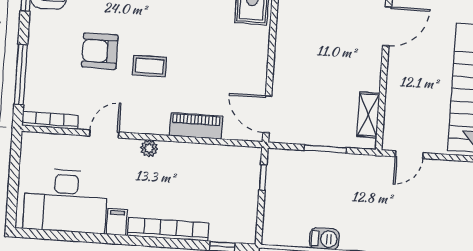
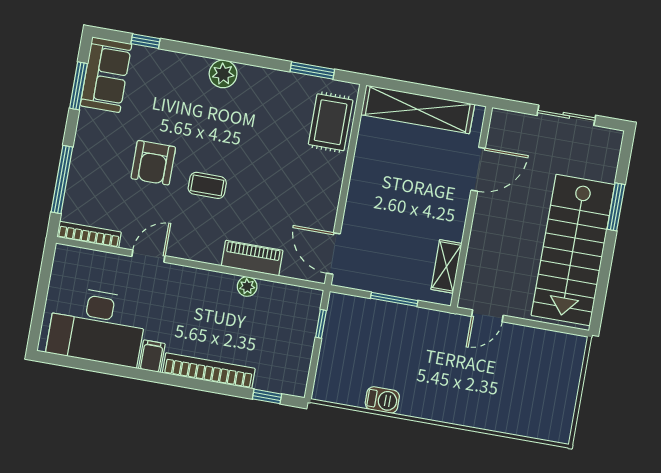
armchair: (100, 51) -> (153, 163), turned -90
plant: (149, 148) -> (247, 286), moved

